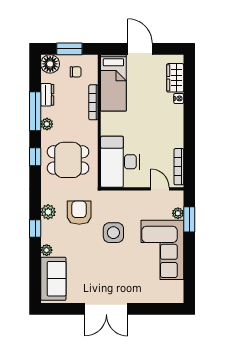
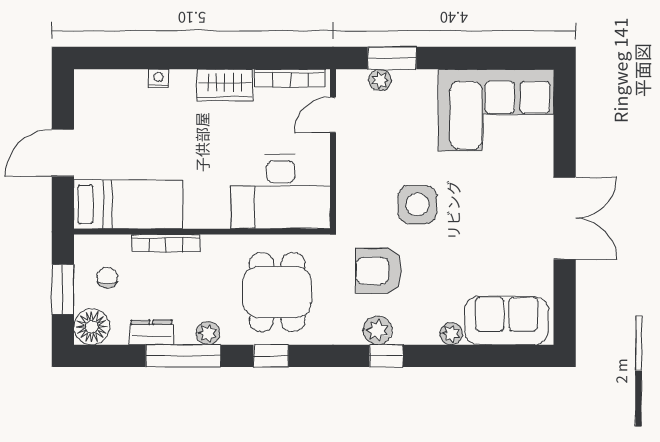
wardrobe: (175, 78) -> (225, 85), moved
window: (35, 228) -> (386, 356), moved
corner sofa: (162, 250) -> (496, 110), moved

